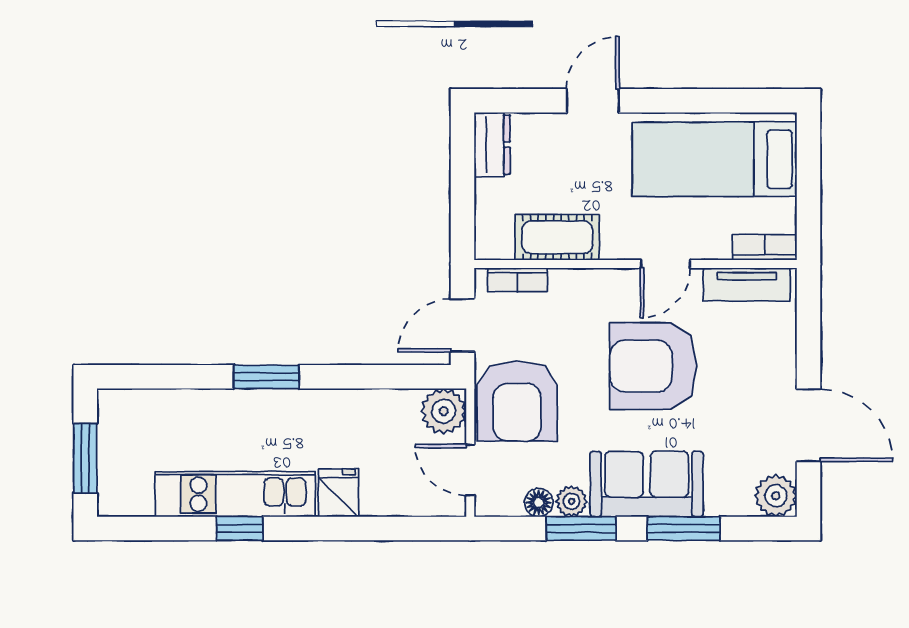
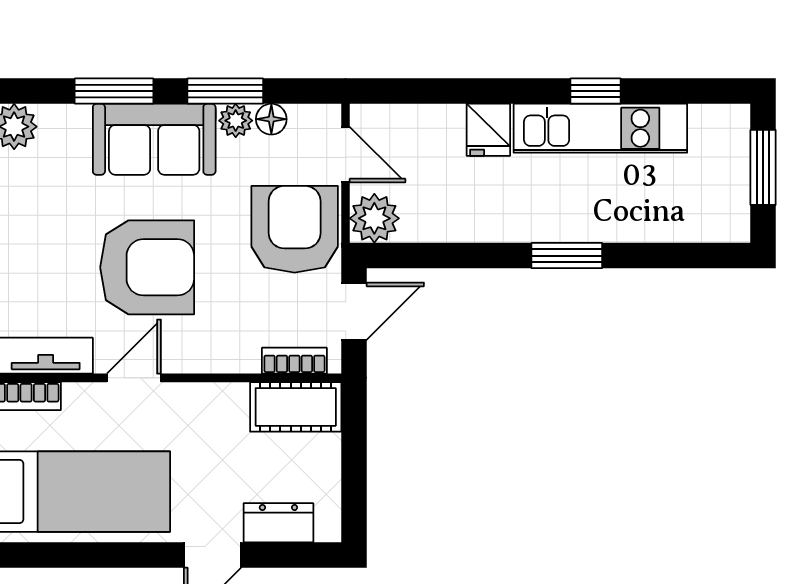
dresser: (492, 144) -> (278, 523), moved, turned 90
cot: (557, 237) -> (296, 407), moved

